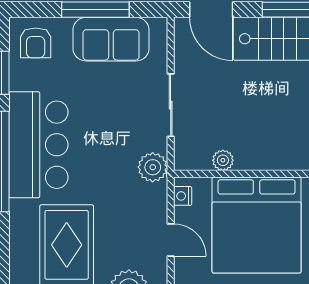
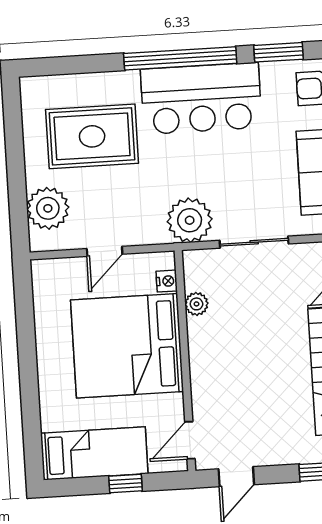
plant: (153, 167) -> (190, 220), width x1.36, depth x1.36
nightstand: (183, 196) -> (167, 281), moved, turned 90

